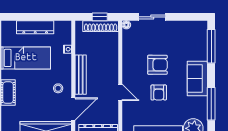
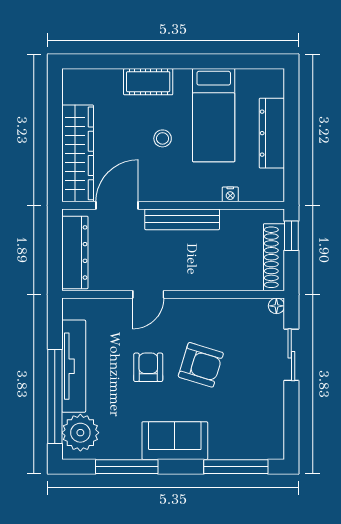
window: (100, 17) -> (291, 236), moved
armchair: (157, 65) -> (201, 365), turned -73
stool: (58, 88) -> (163, 138), moved
armchair: (159, 93) -> (148, 367), turned 90
door: (73, 109) -> (117, 205), swing flipped

